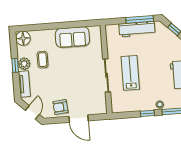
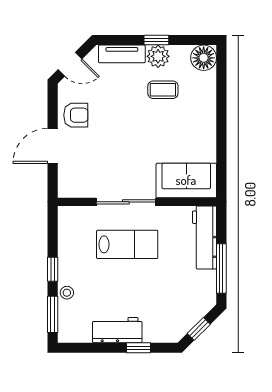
workbench: (137, 29) -> (204, 237), moved
sofa: (72, 37) -> (186, 180), moved, turned 90
armchair: (60, 107) -> (76, 115), turned 95

